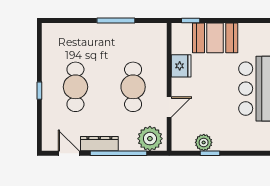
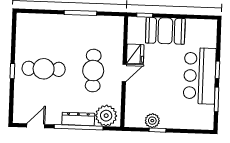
cafe table: (75, 87) -> (44, 69), turned 90
door: (169, 107) -> (124, 73), moved
dresser: (99, 144) -> (78, 119), moved
door: (69, 153) -> (36, 126), hinge flipped

